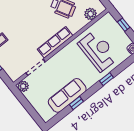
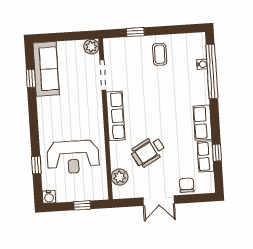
window: (106, 79) -> (36, 165), moved
sofa: (67, 95) -> (46, 69), moved
window: (76, 103) -> (31, 79), moved

